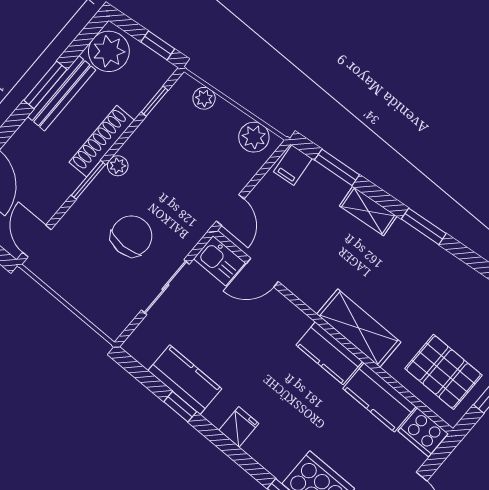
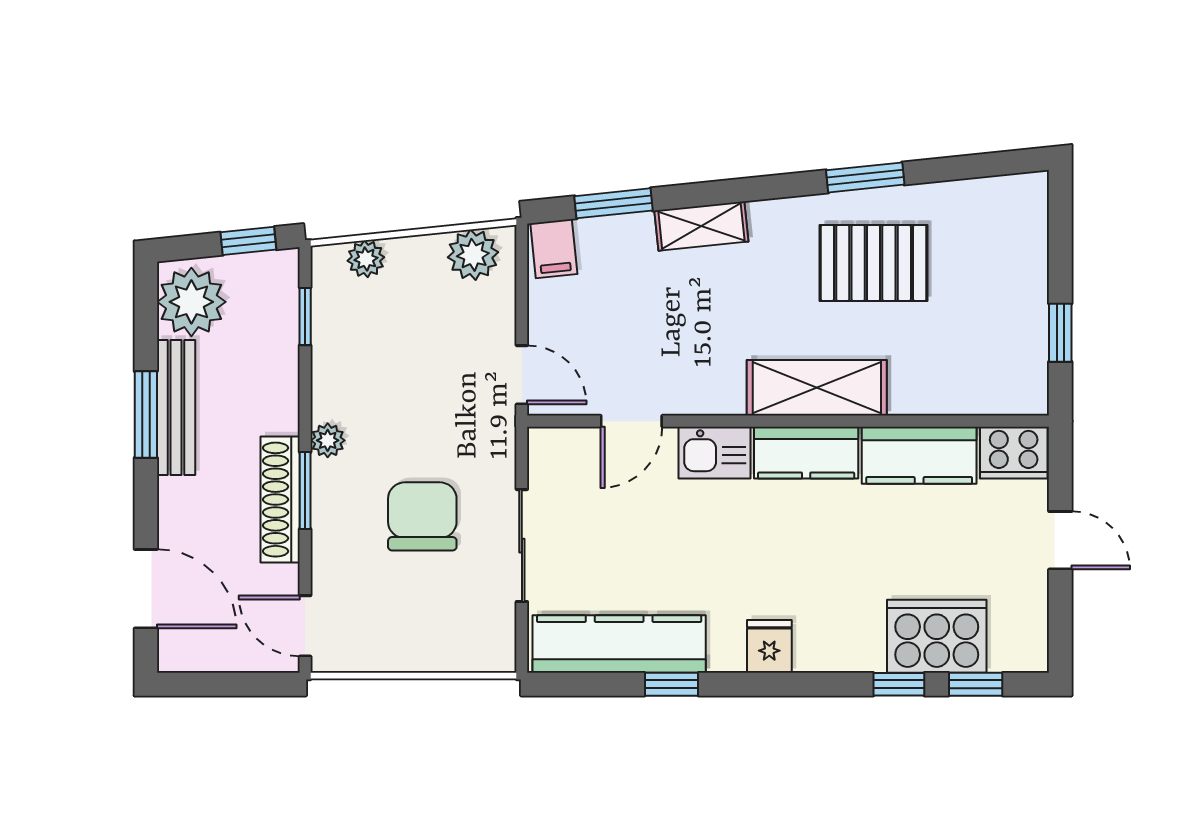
shoe rack: (102, 141) -> (280, 500), moved
window: (424, 226) -> (865, 177), moved
kitchen sink: (219, 261) -> (715, 453), moved
pallet: (444, 372) -> (874, 263), moved
kitchen counter: (185, 380) -> (619, 644), width x1.50

